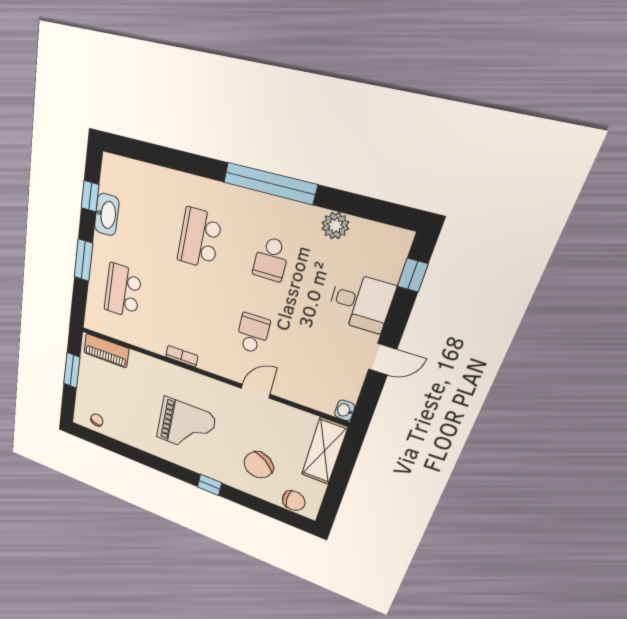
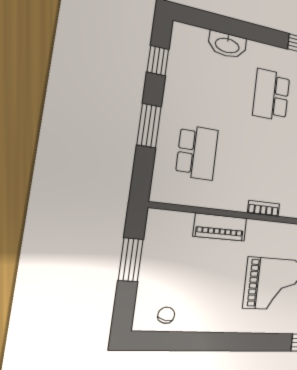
washbasin: (107, 215) -> (227, 45), moved, turned 90
school desk: (123, 291) -> (197, 152), turned 180
piano: (106, 351) -> (220, 227), moved

